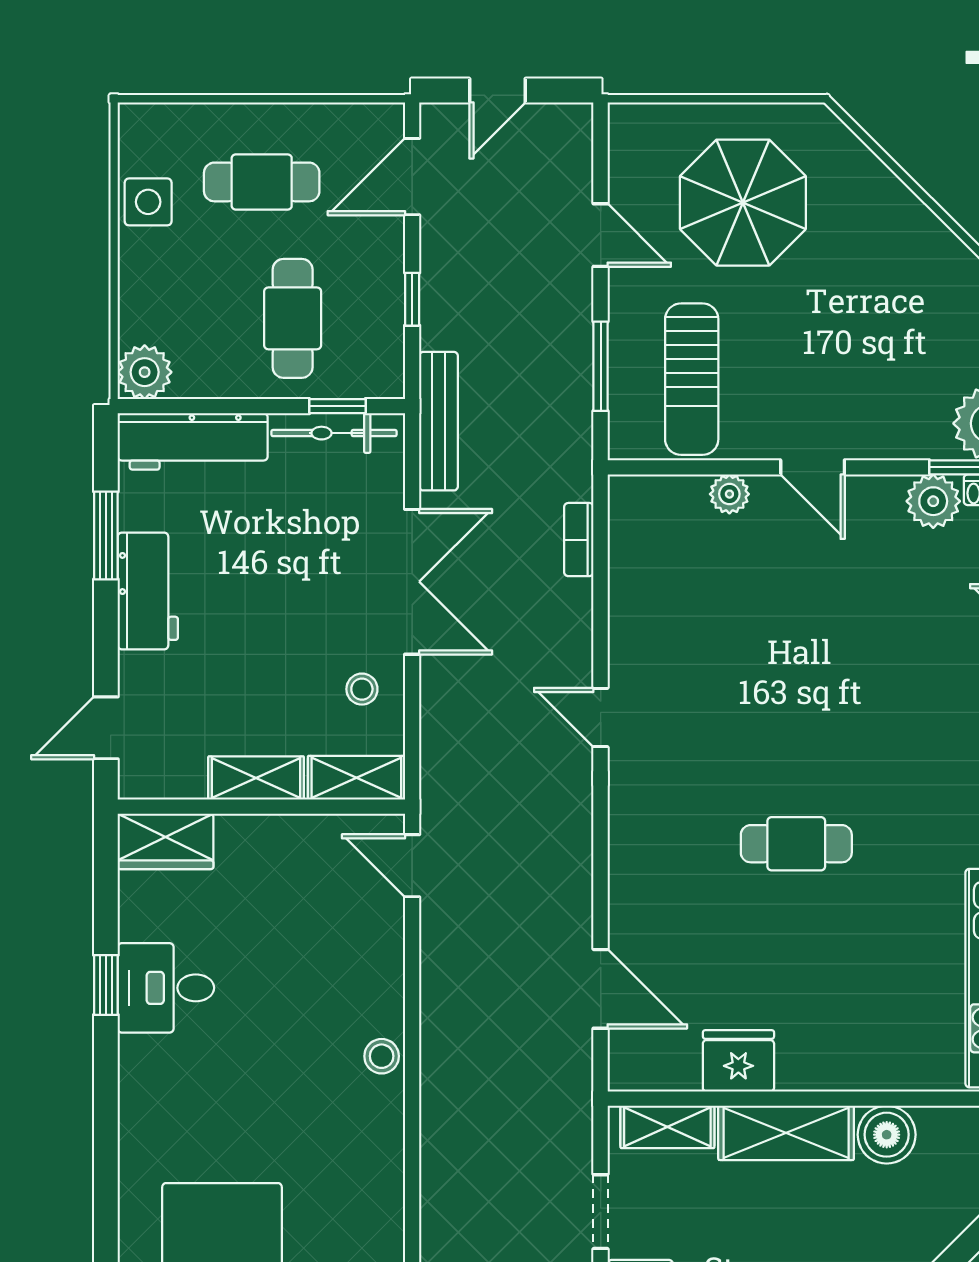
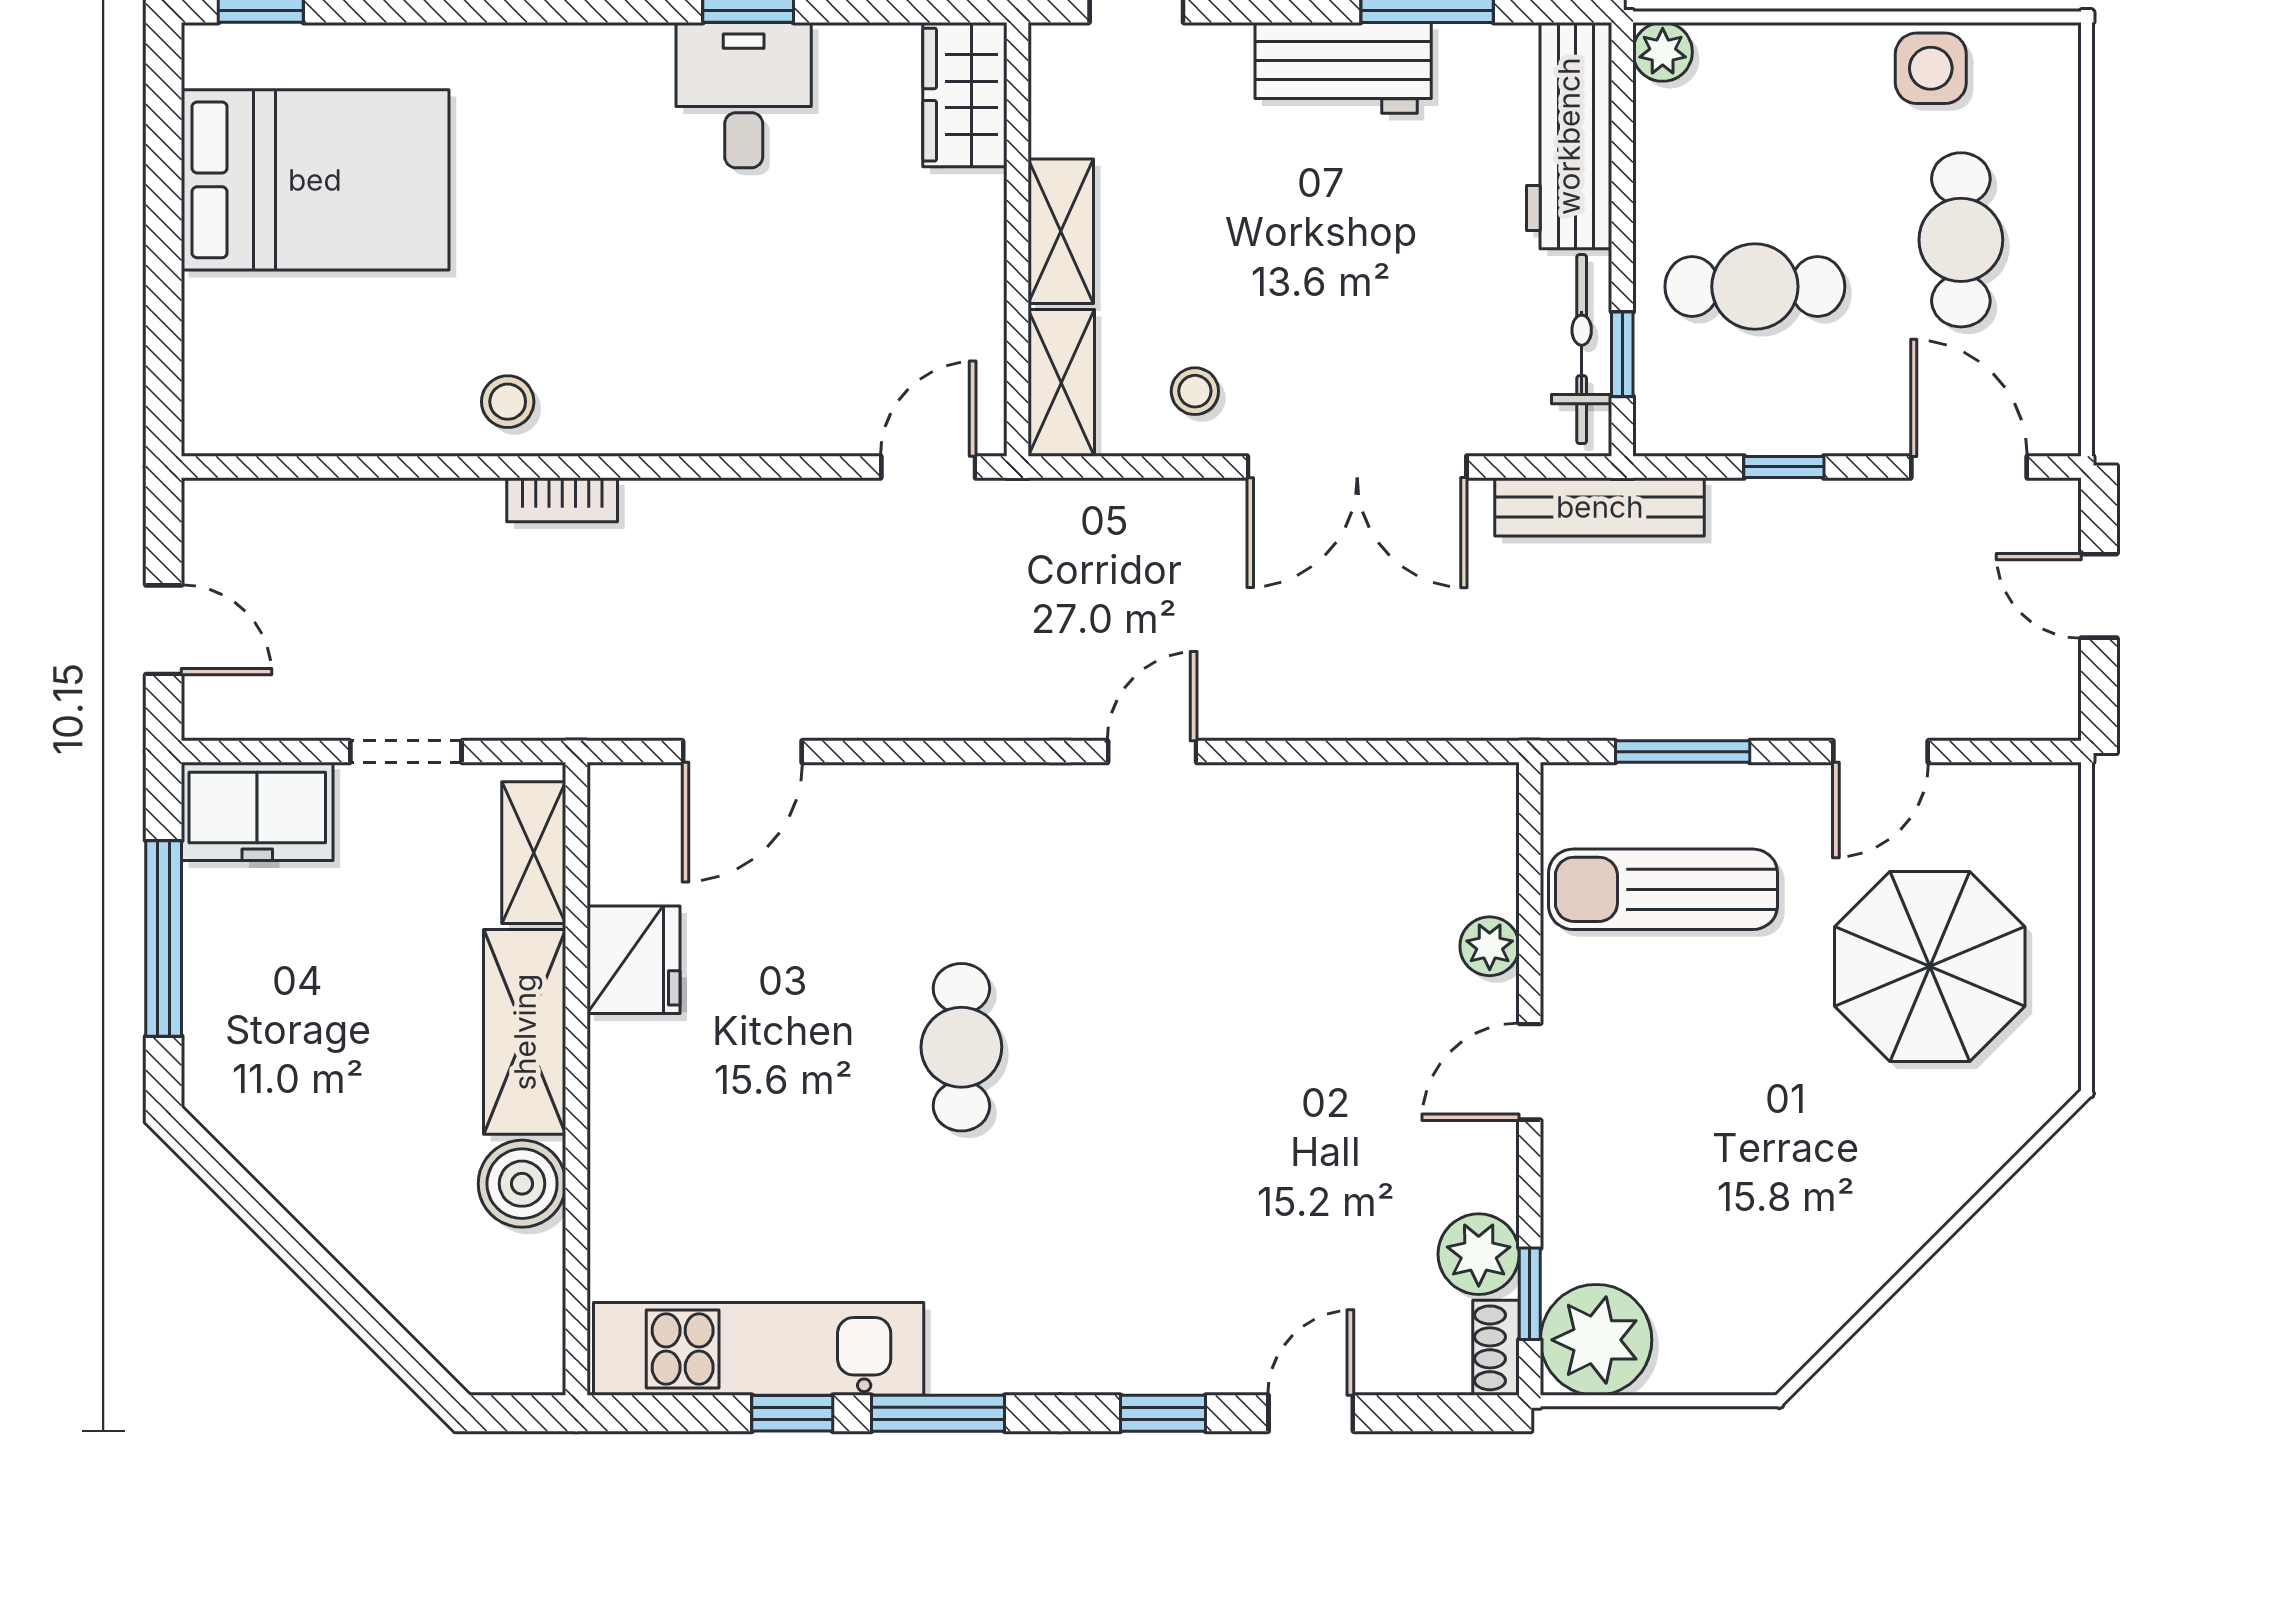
plant: (145, 372) -> (1663, 52), width x0.73, depth x0.73
bookcase: (579, 540) -> (562, 500), moved, turned 180
stool: (382, 1056) -> (508, 402), moved

